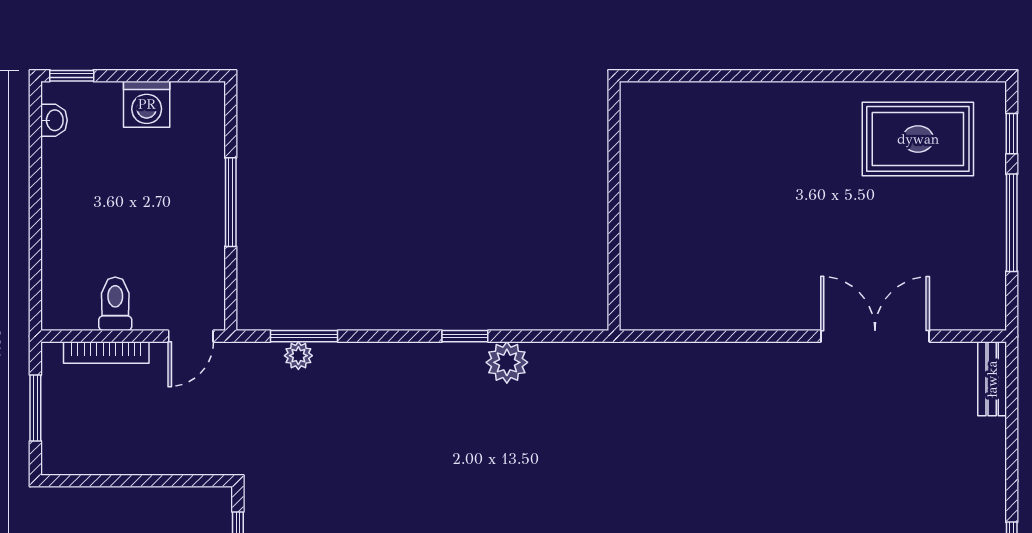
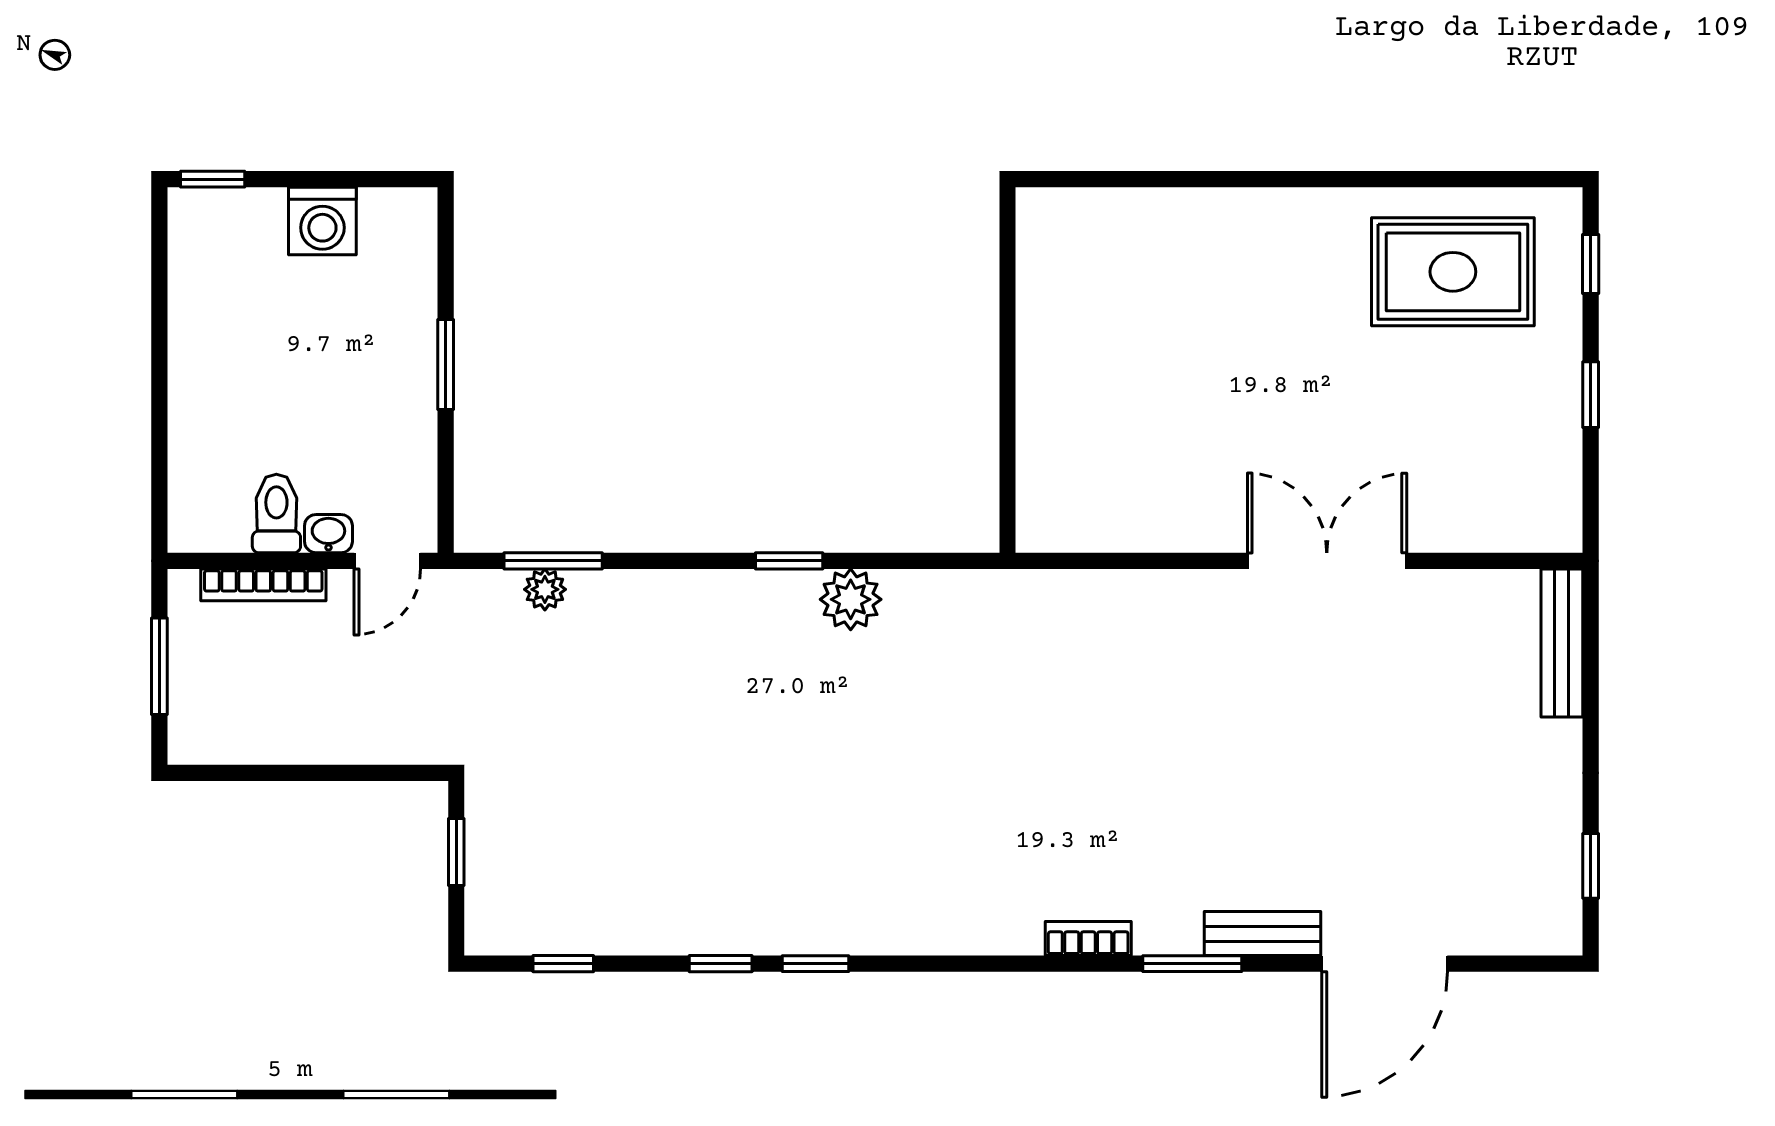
washbasin: (54, 120) -> (328, 534), moved, turned -90
window: (231, 202) -> (446, 364), width x0.69
window: (1012, 223) -> (1591, 395), width x0.46
double door: (875, 336) -> (1327, 561), moved
bench: (992, 379) -> (1562, 643), width x1.36

